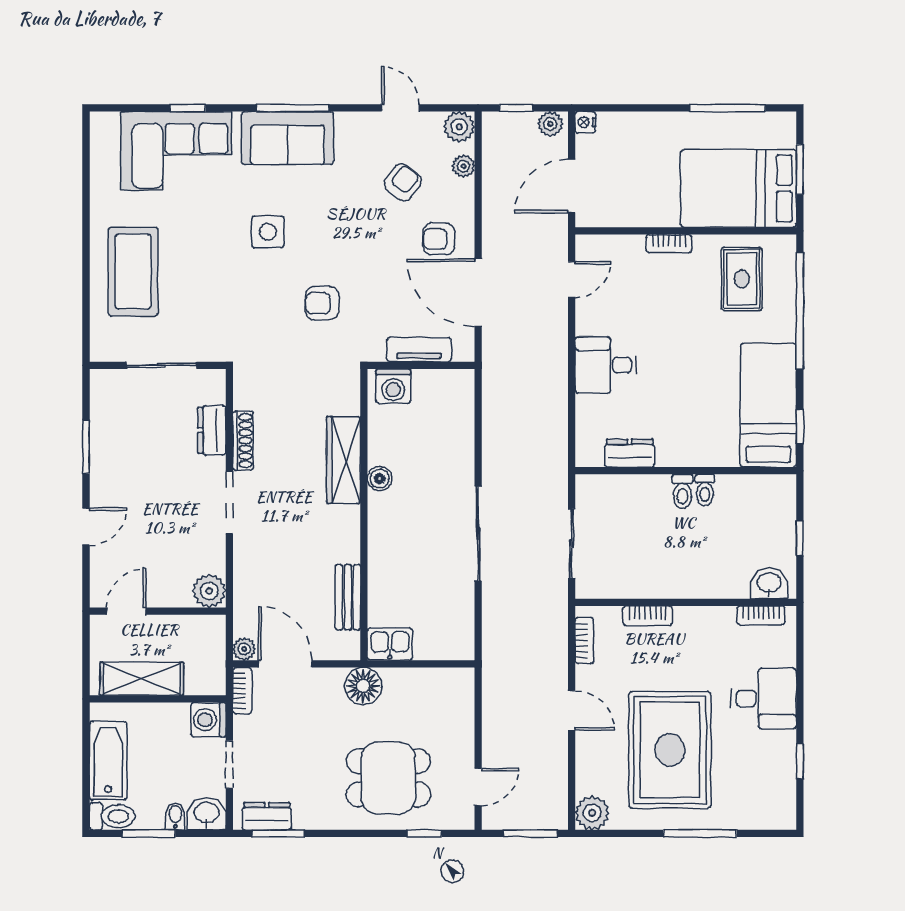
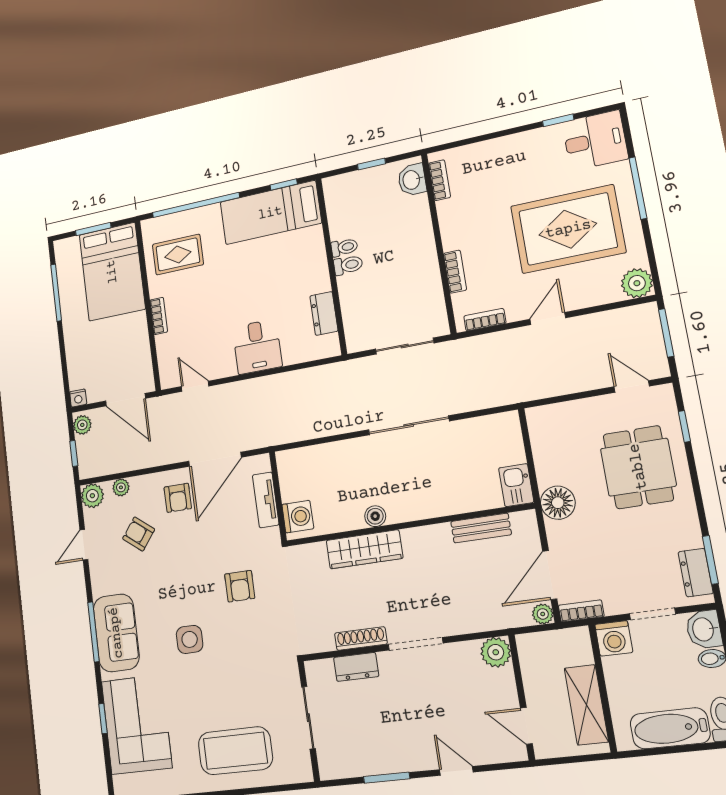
desk: (764, 699) -> (595, 140), moved, turned 90

